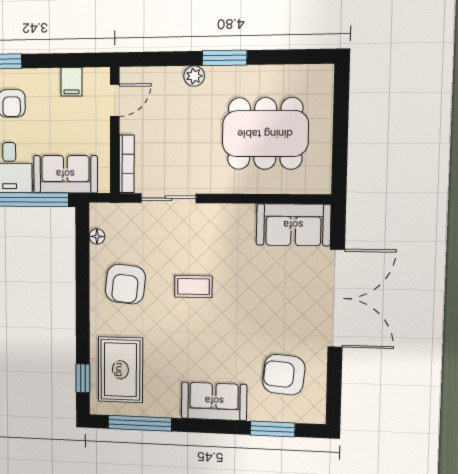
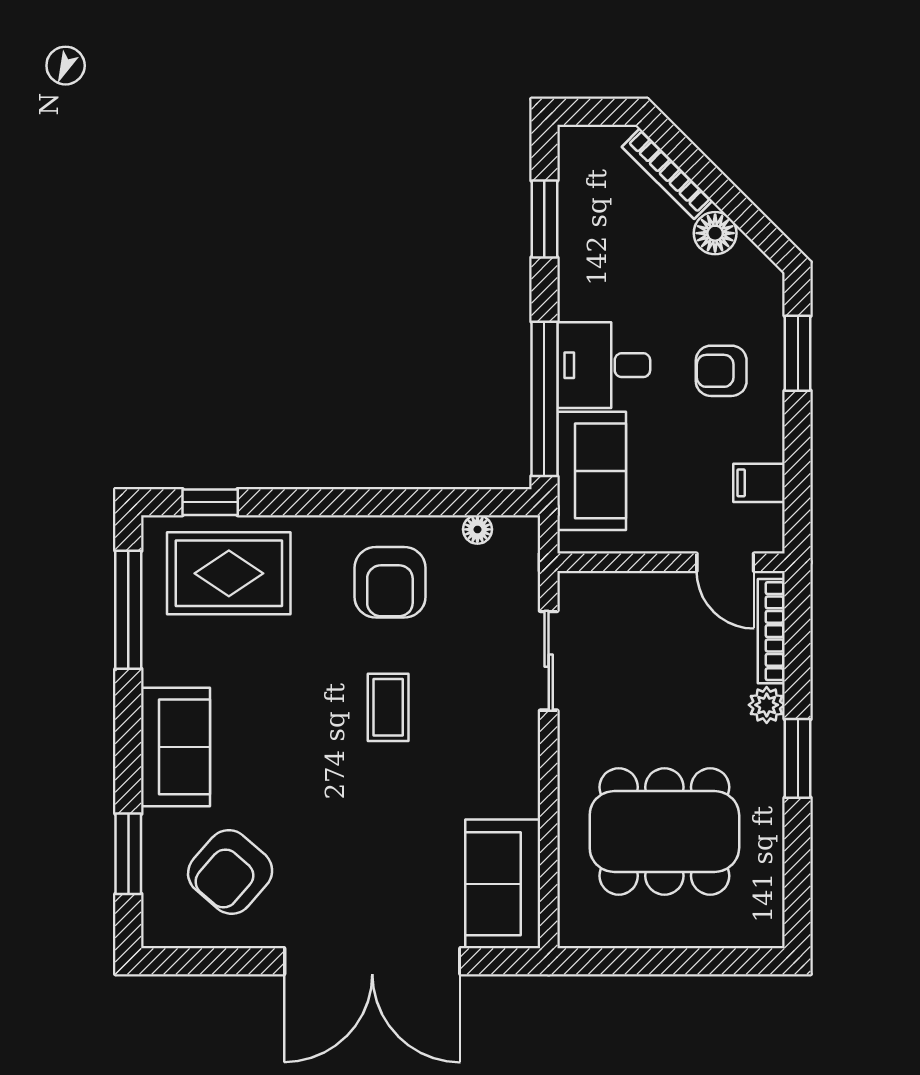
dining table: (265, 134) -> (664, 831), turned 90
bookcase: (127, 164) -> (771, 631), moved, turned 90
armchair: (125, 284) -> (390, 582), turned -96
armchair: (284, 375) -> (230, 872), turned -144

